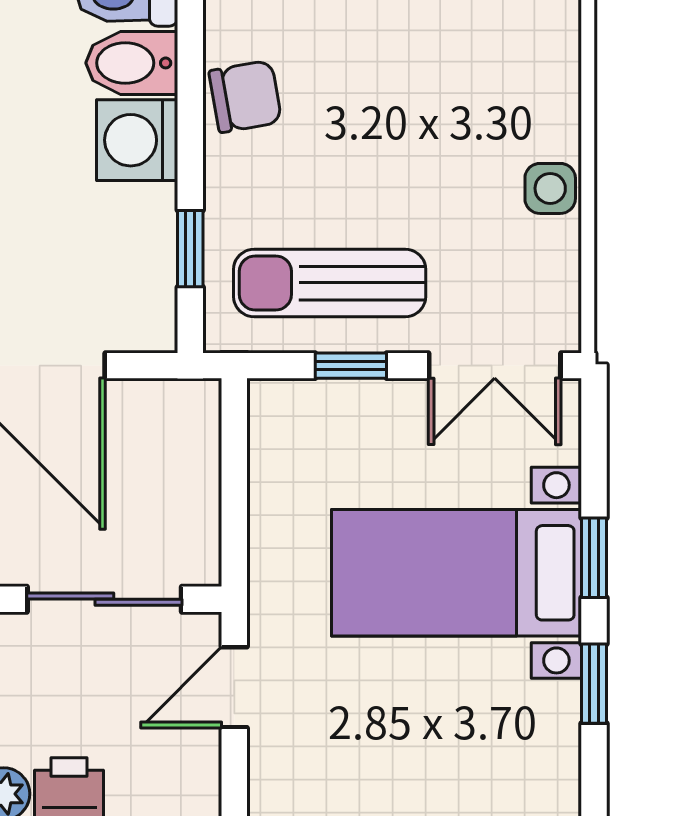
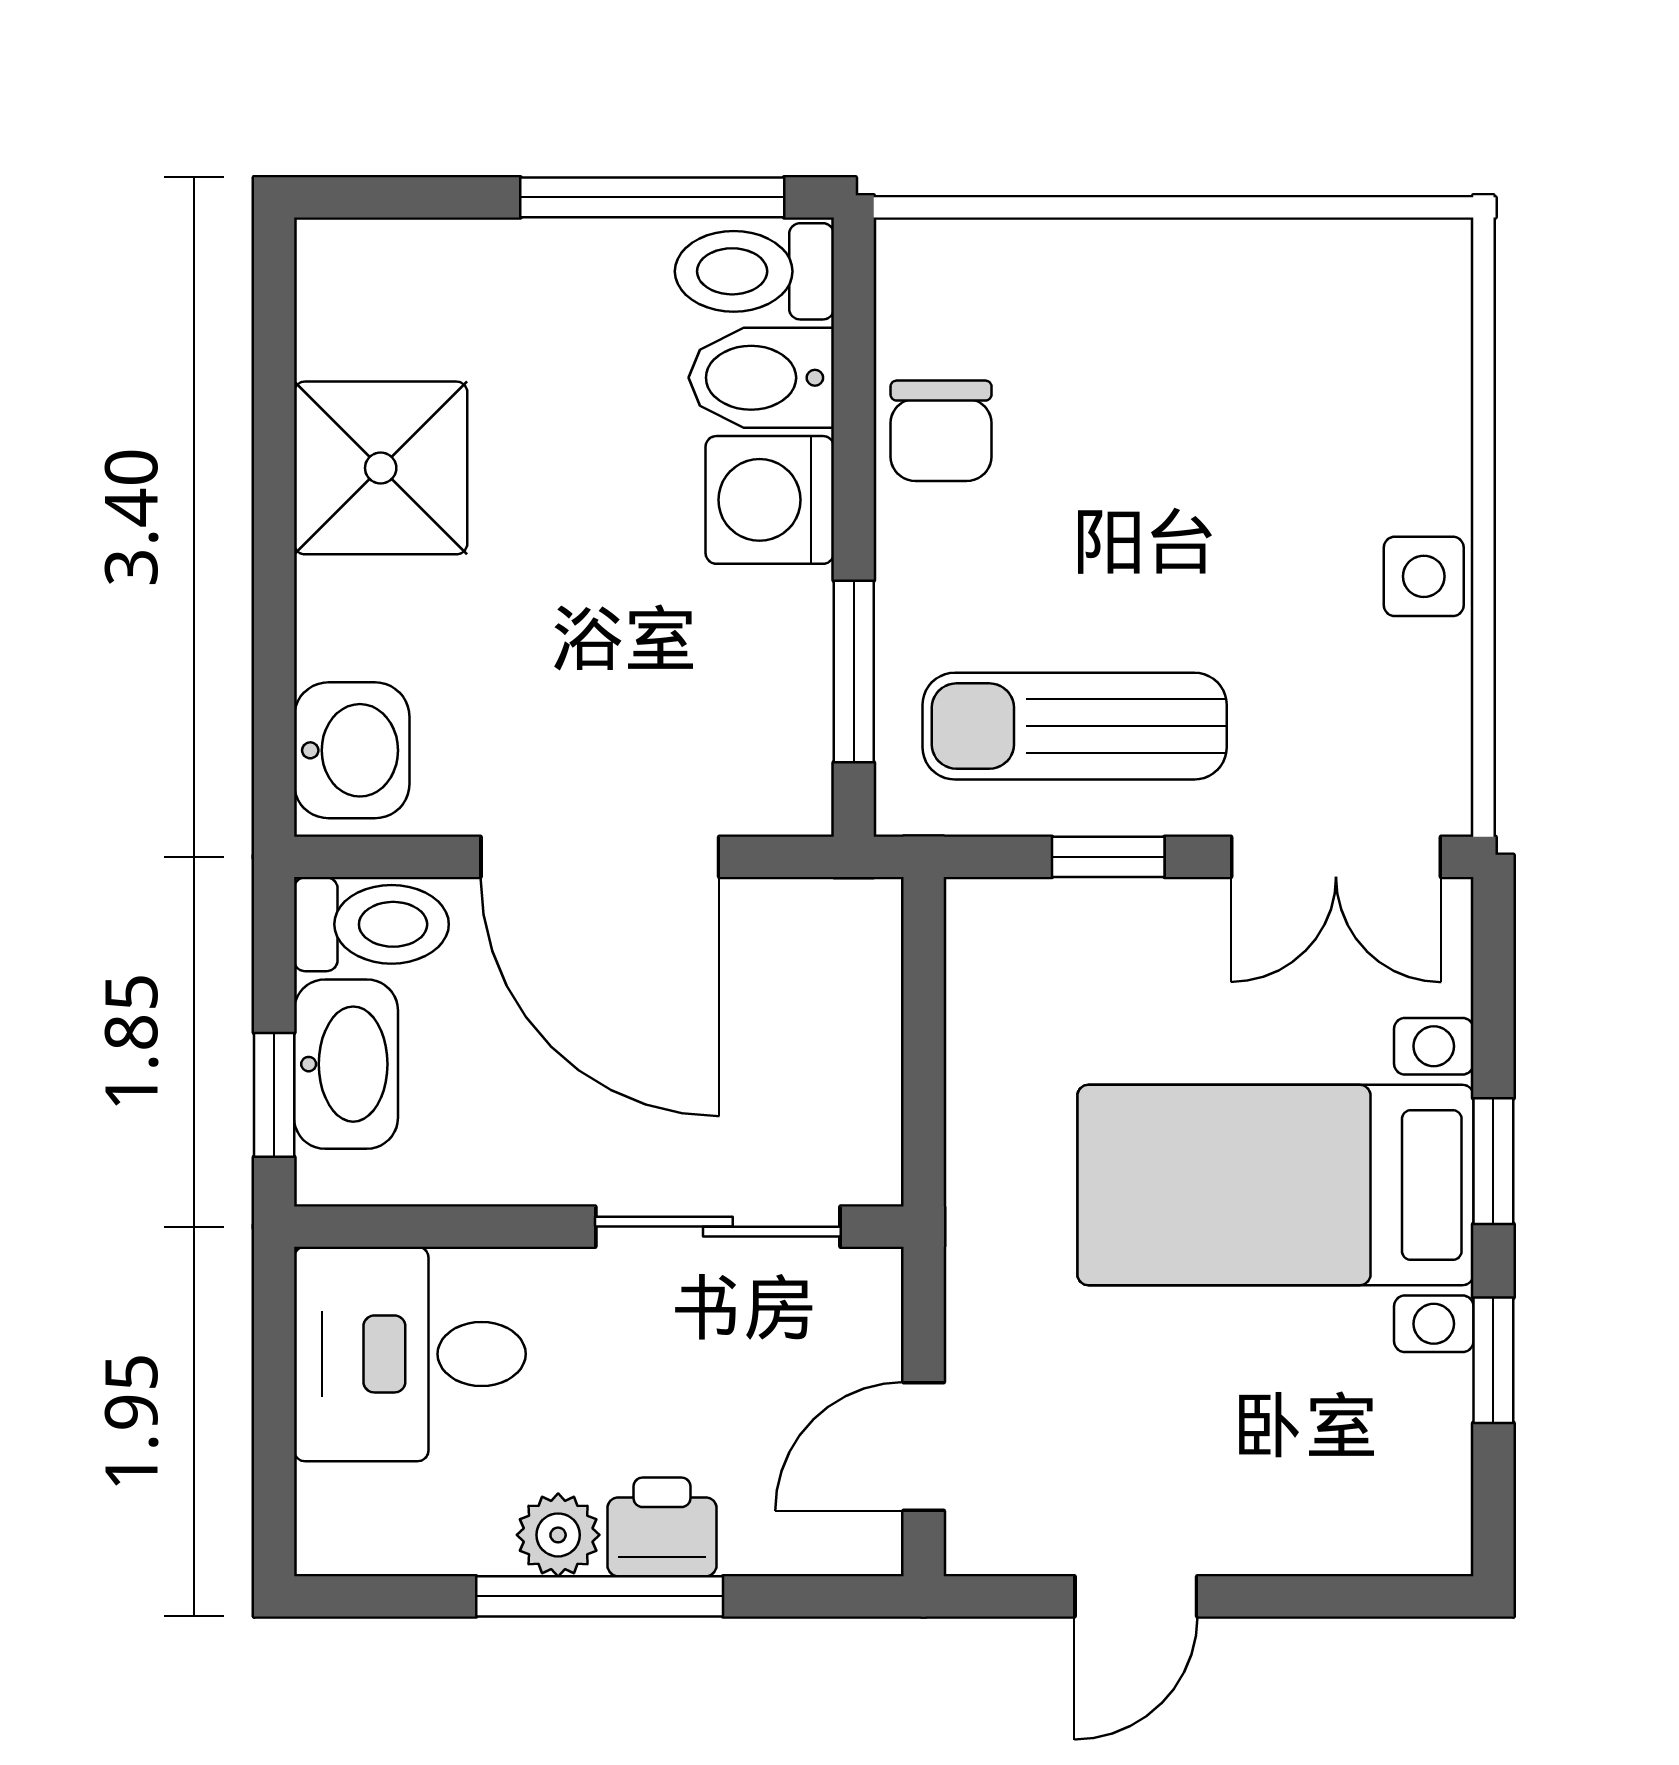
chair: (245, 96) -> (941, 431), turned 100
window: (190, 249) -> (854, 671), width x1.50
door: (234, 687) -> (924, 1447), moved

